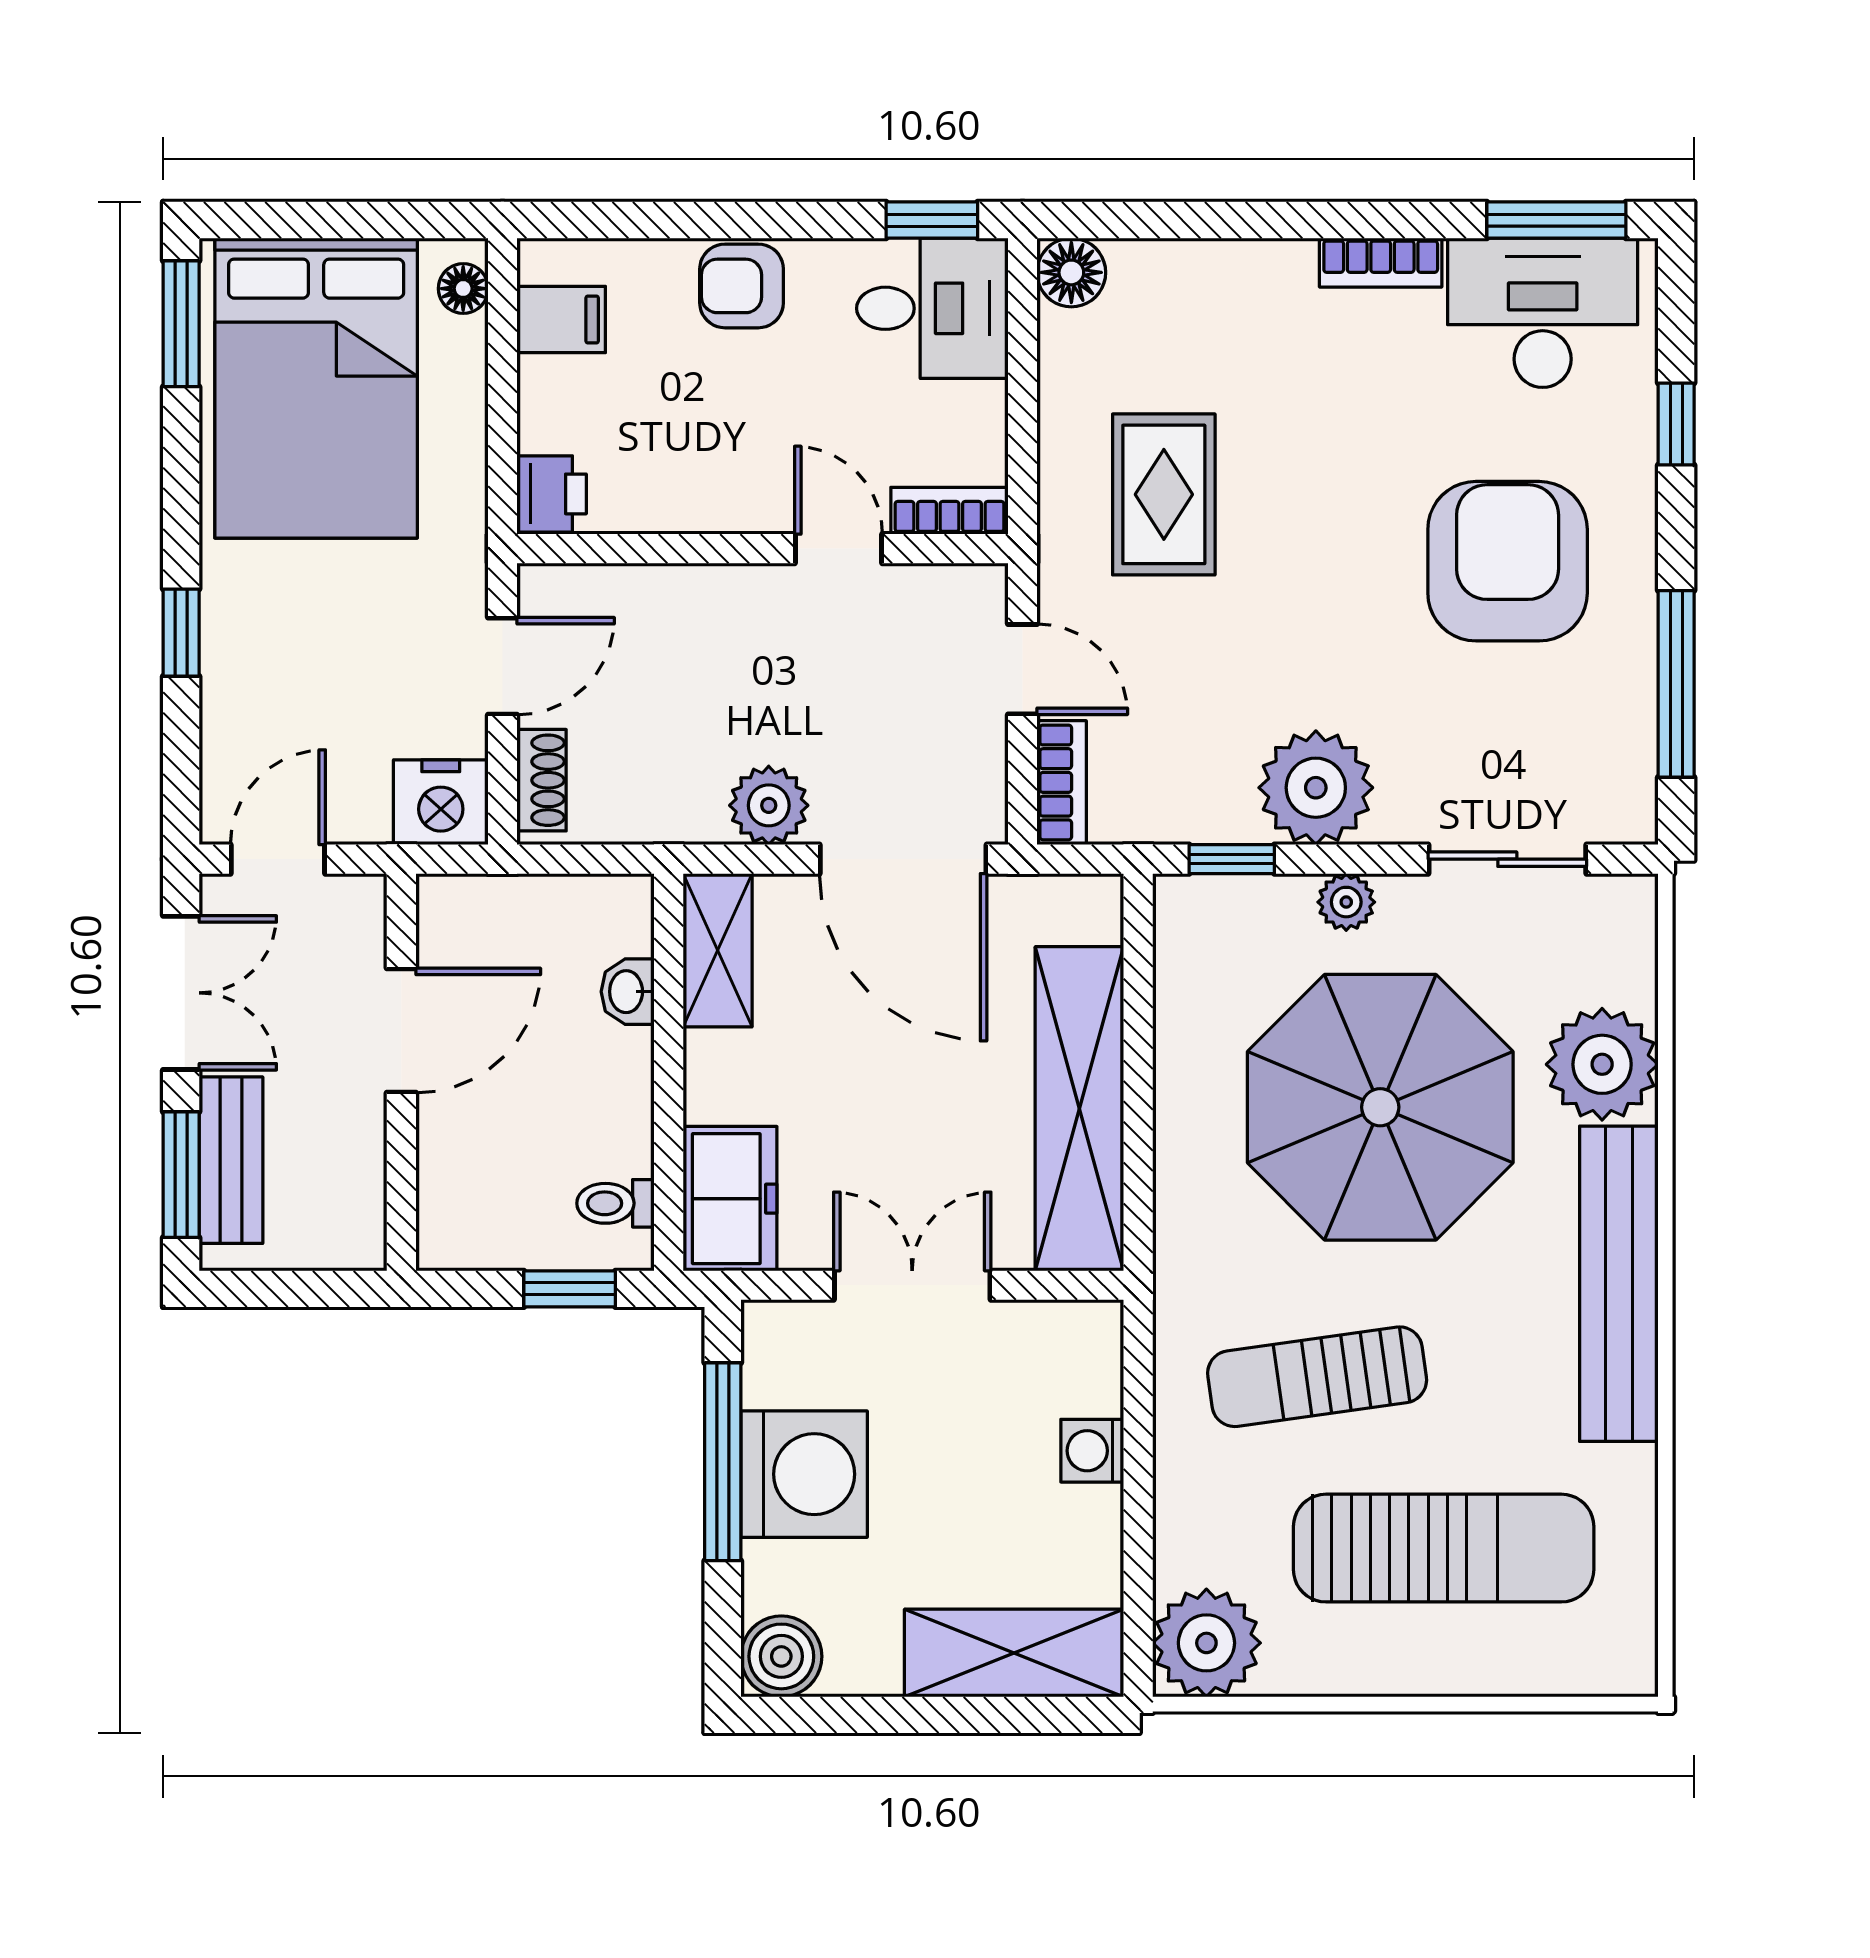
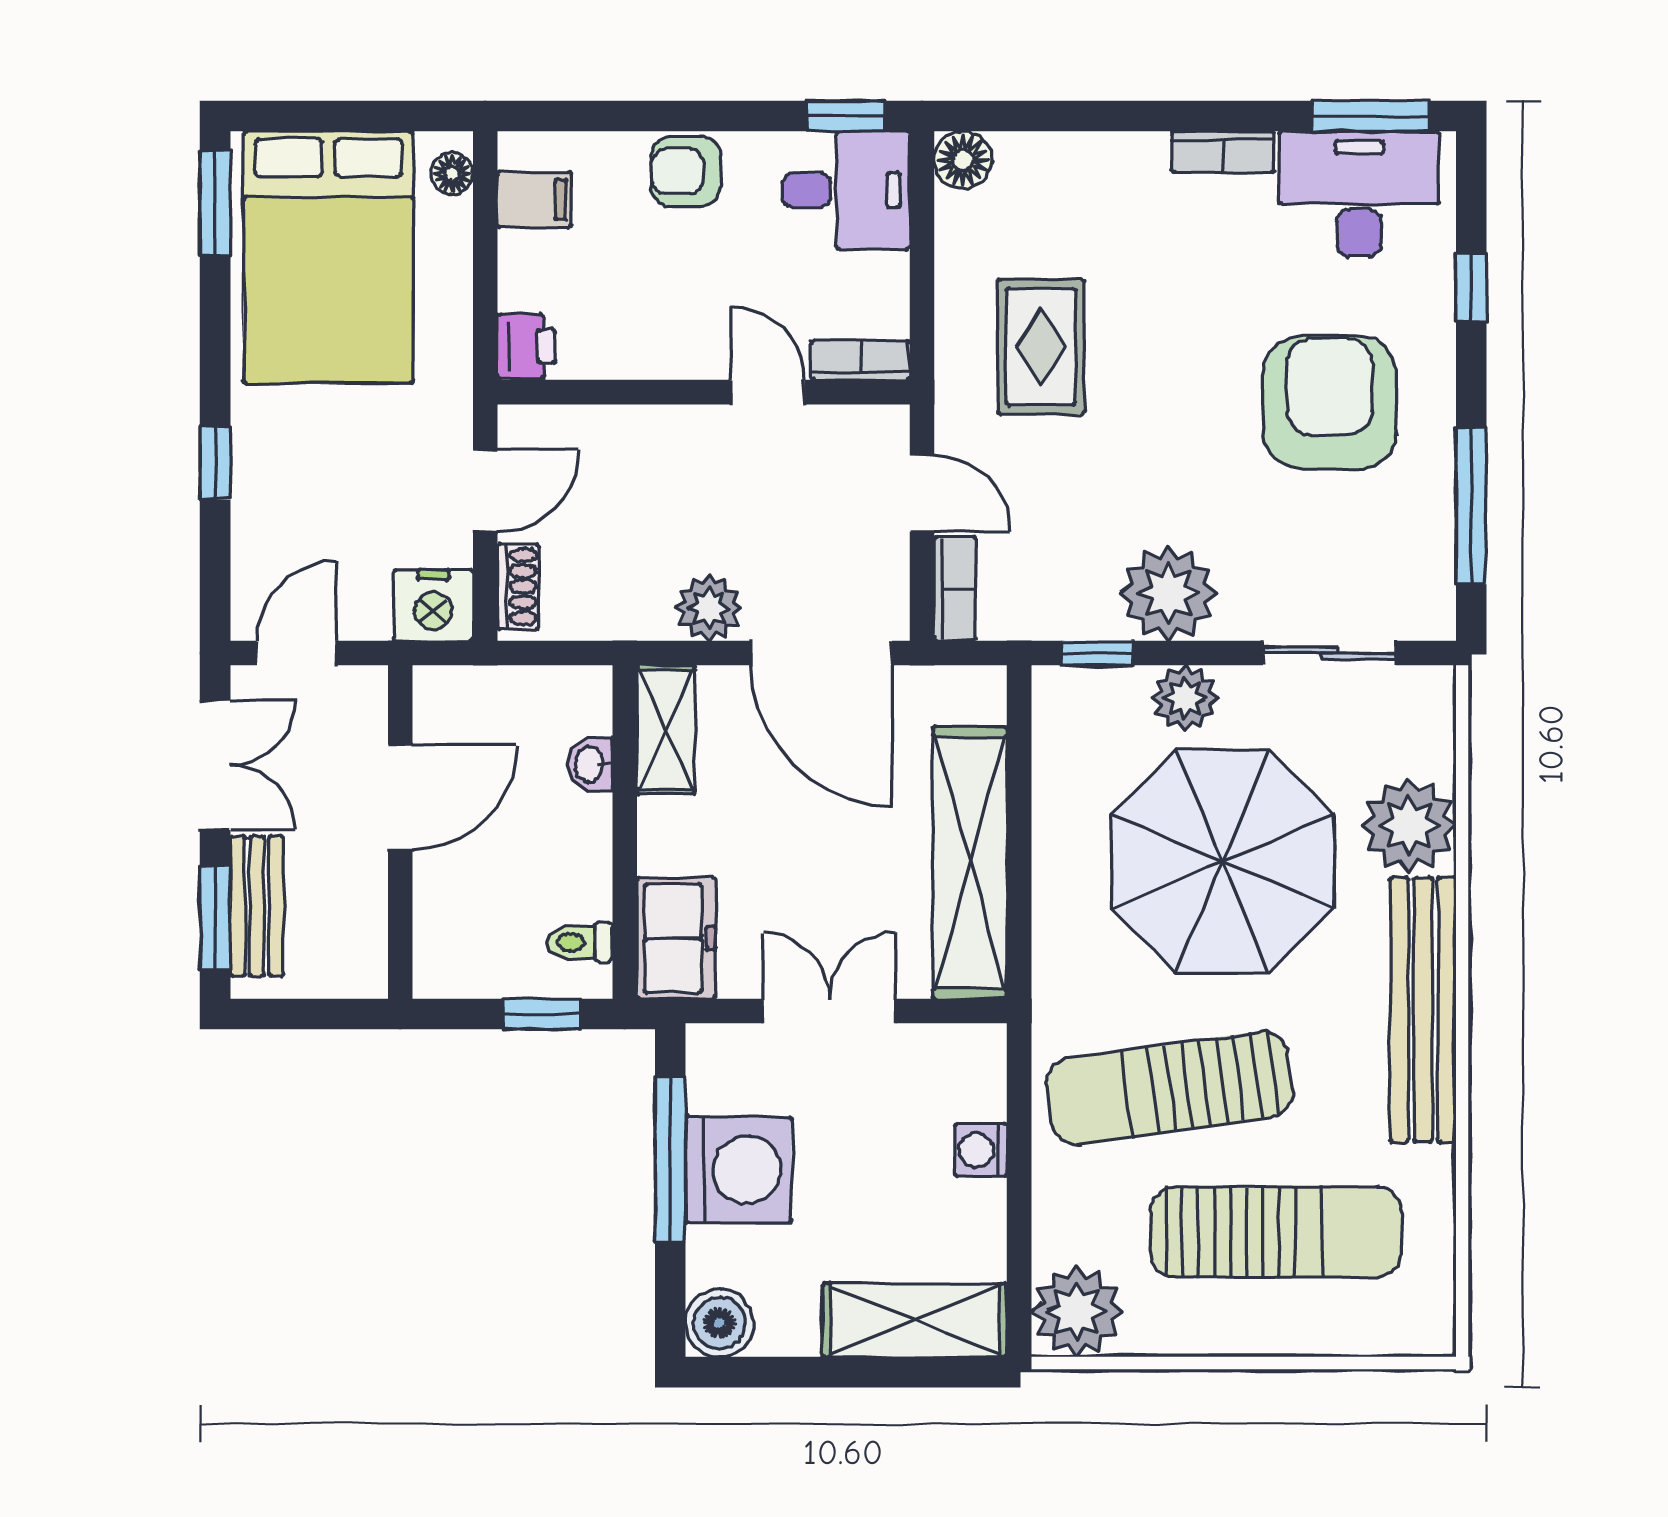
plant: (1346, 902) -> (1185, 698), width x1.38, depth x1.38
sun lounger: (1317, 1377) -> (1170, 1088), width x1.36, depth x1.34

